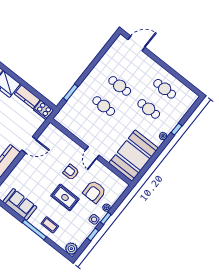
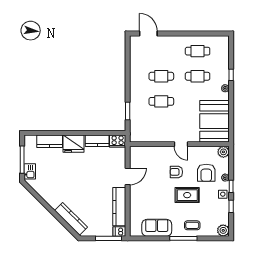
door: (136, 43) -> (148, 33), hinge flipped
plant: (121, 186) -> (223, 152), added

